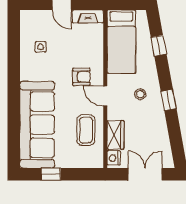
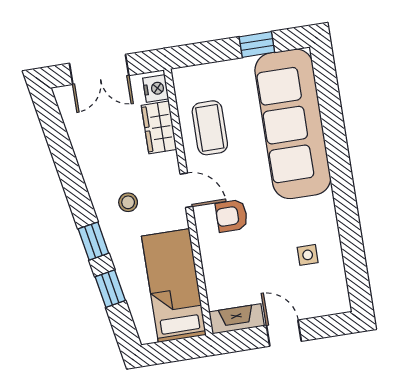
window: (169, 100) -> (93, 241), moved

